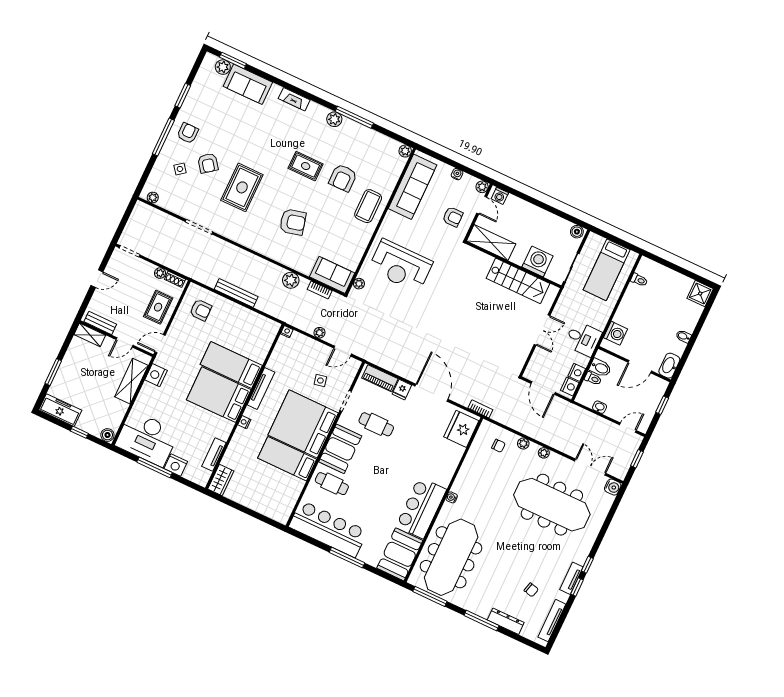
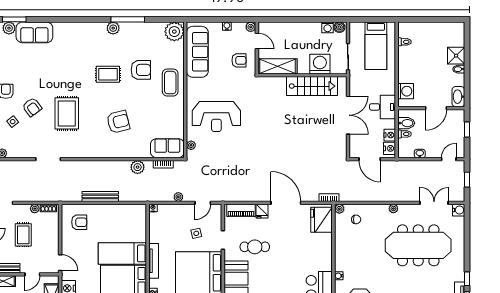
fireplace: (294, 99) -> (75, 27), removed
plant: (405, 151) -> (174, 32), width x1.87, depth x1.87
armchair: (343, 178) -> (141, 70), turned -90
washing machine: (500, 196) -> (328, 27), moved
shower: (700, 294) -> (456, 56), moved
rug: (158, 307) -> (23, 235), moved
double door: (542, 330) -> (348, 115), width x1.37
door: (160, 344) -> (60, 263), swing flipped
plant: (523, 444) -> (339, 209), moved

